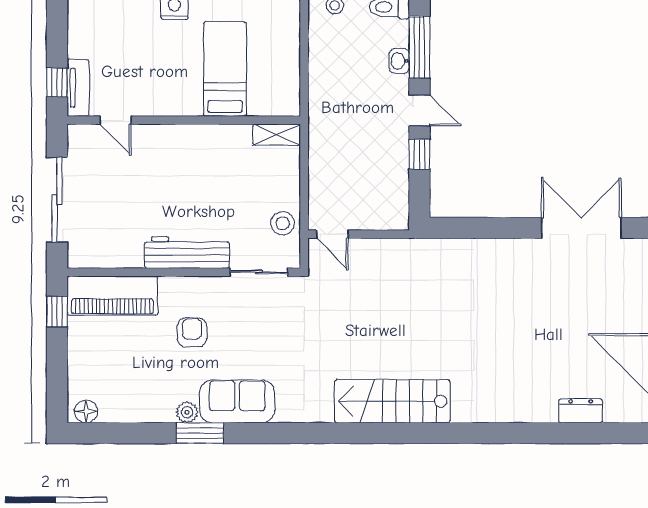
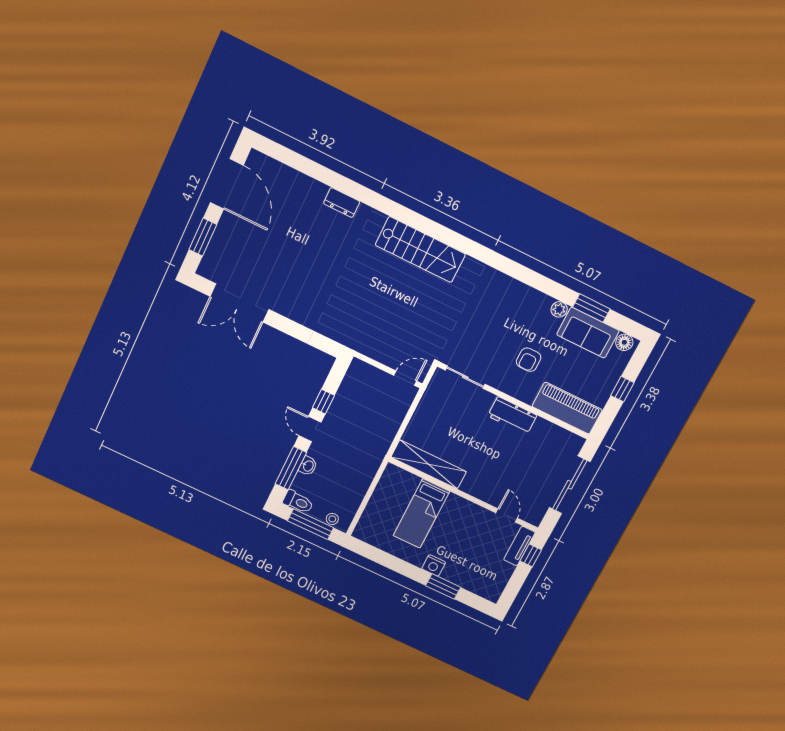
shelving: (277, 135) -> (429, 464), width x2.20, depth x1.33
stool: (283, 223) -> (434, 401), removed
door: (332, 234) -> (405, 378), hinge flipped
workbench: (187, 252) -> (512, 416), width x0.73
window: (57, 312) -> (622, 389), moved
sofa: (237, 401) -> (588, 333), moved
dresser: (581, 411) -> (342, 203), moved
window: (200, 433) -> (591, 308), moved

